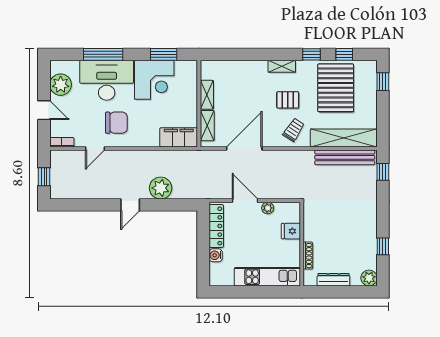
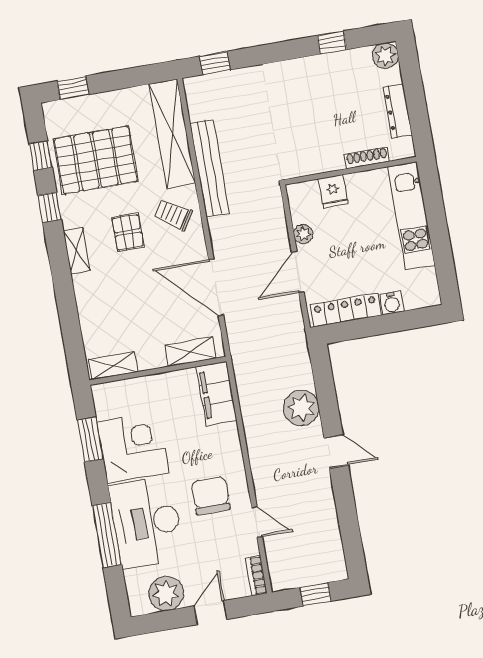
shelving: (207, 95) -> (113, 366), moved
bench: (345, 157) -> (210, 168), moved

